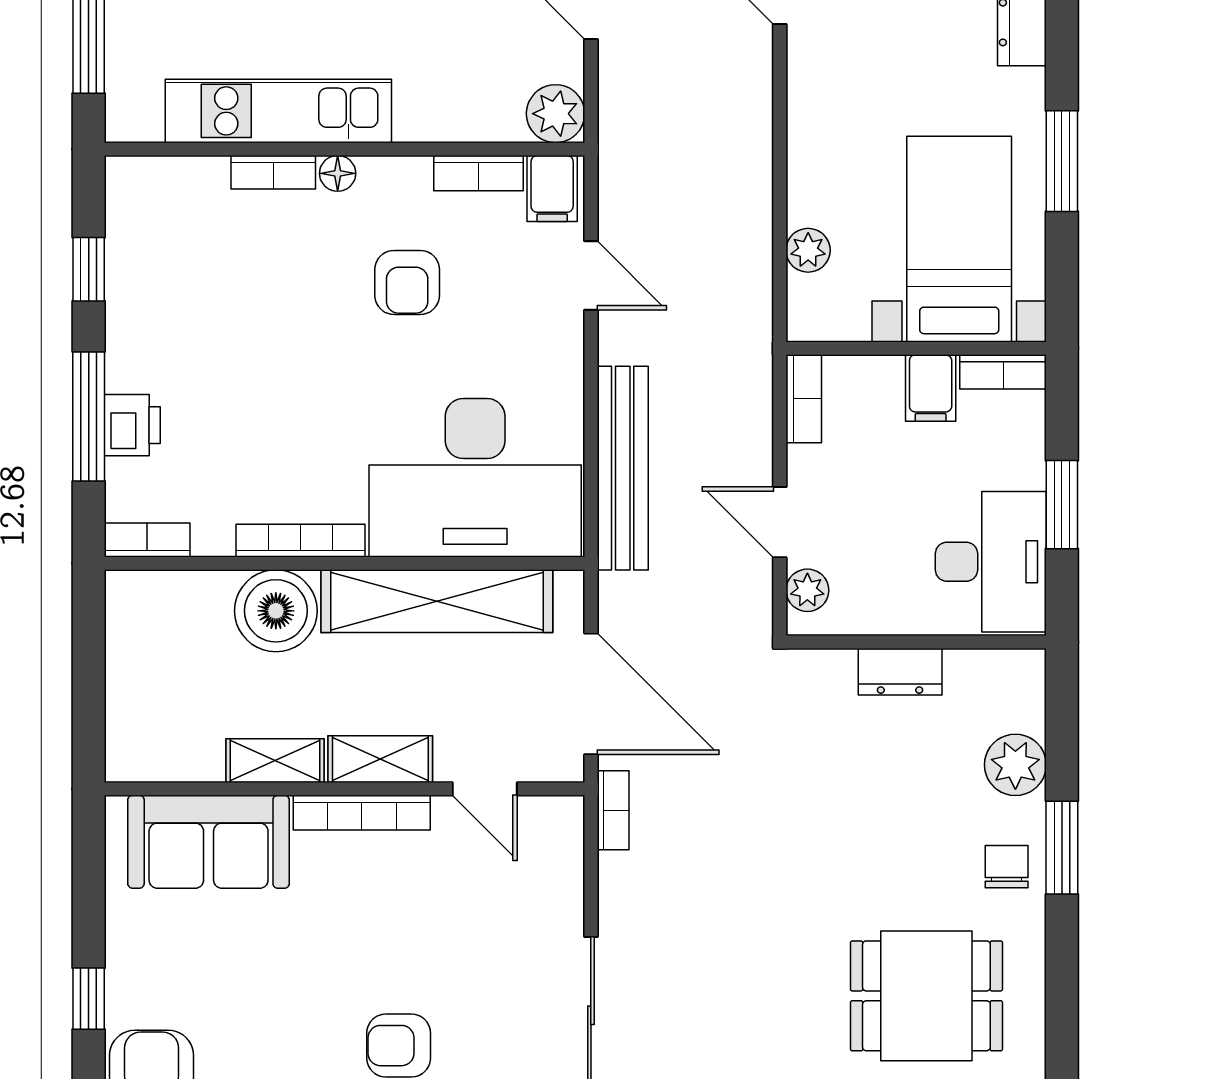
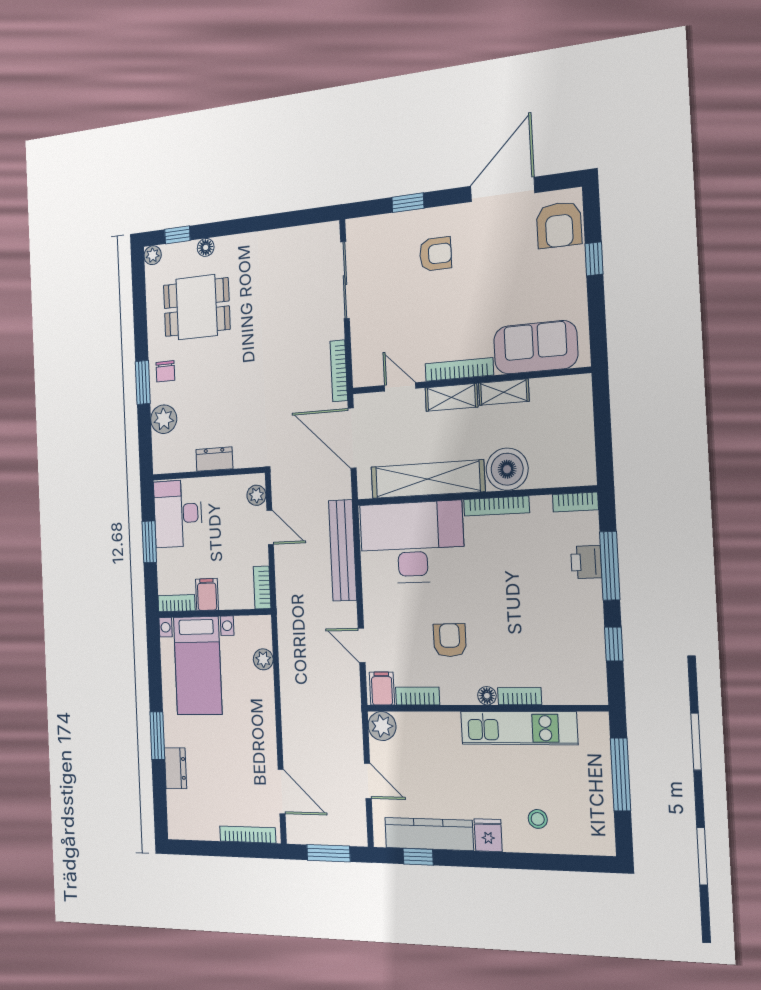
window: (1062, 161) -> (157, 736), moved
bookcase: (613, 810) -> (339, 371), width x1.56

